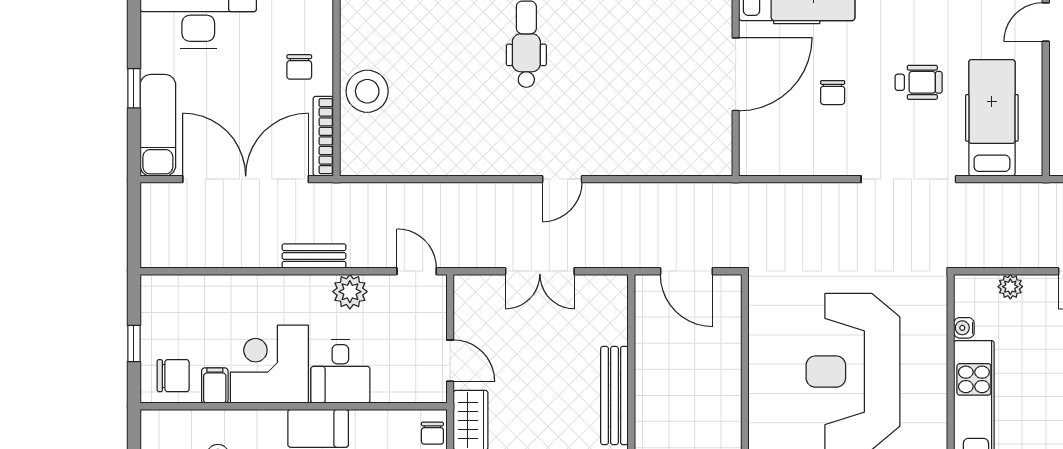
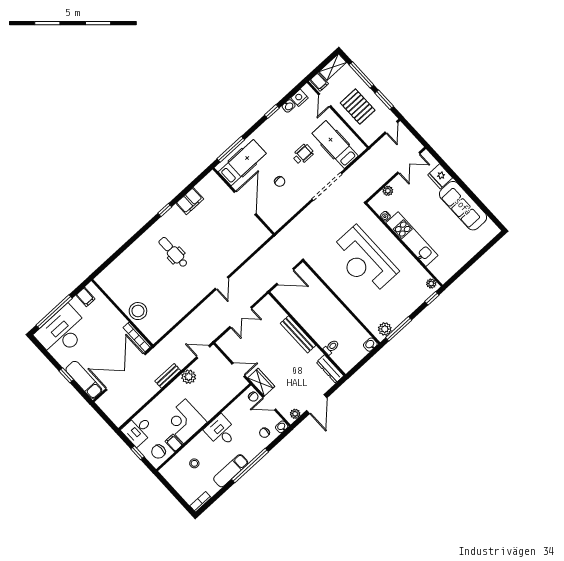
chair: (299, 67) -> (111, 323), removed
desk: (340, 371) -> (138, 430), moved, turned 90
chair: (173, 376) -> (158, 452), turned 180

